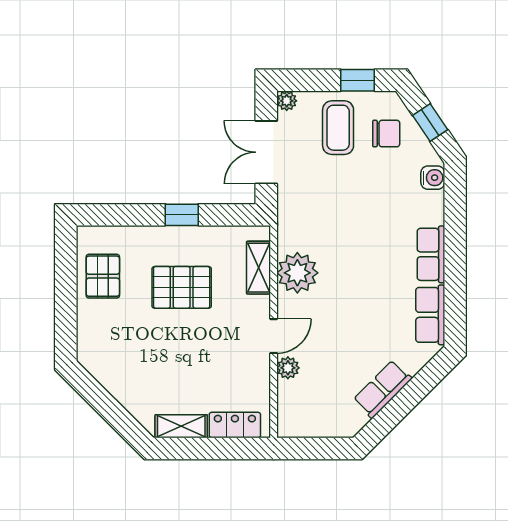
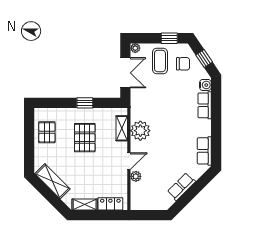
double door: (266, 152) -> (125, 73), swing flipped
row of seats: (431, 254) -> (205, 105), moved
pallet: (182, 287) -> (85, 138), turned 90
shelving: (114, 378) -> (53, 181), added

